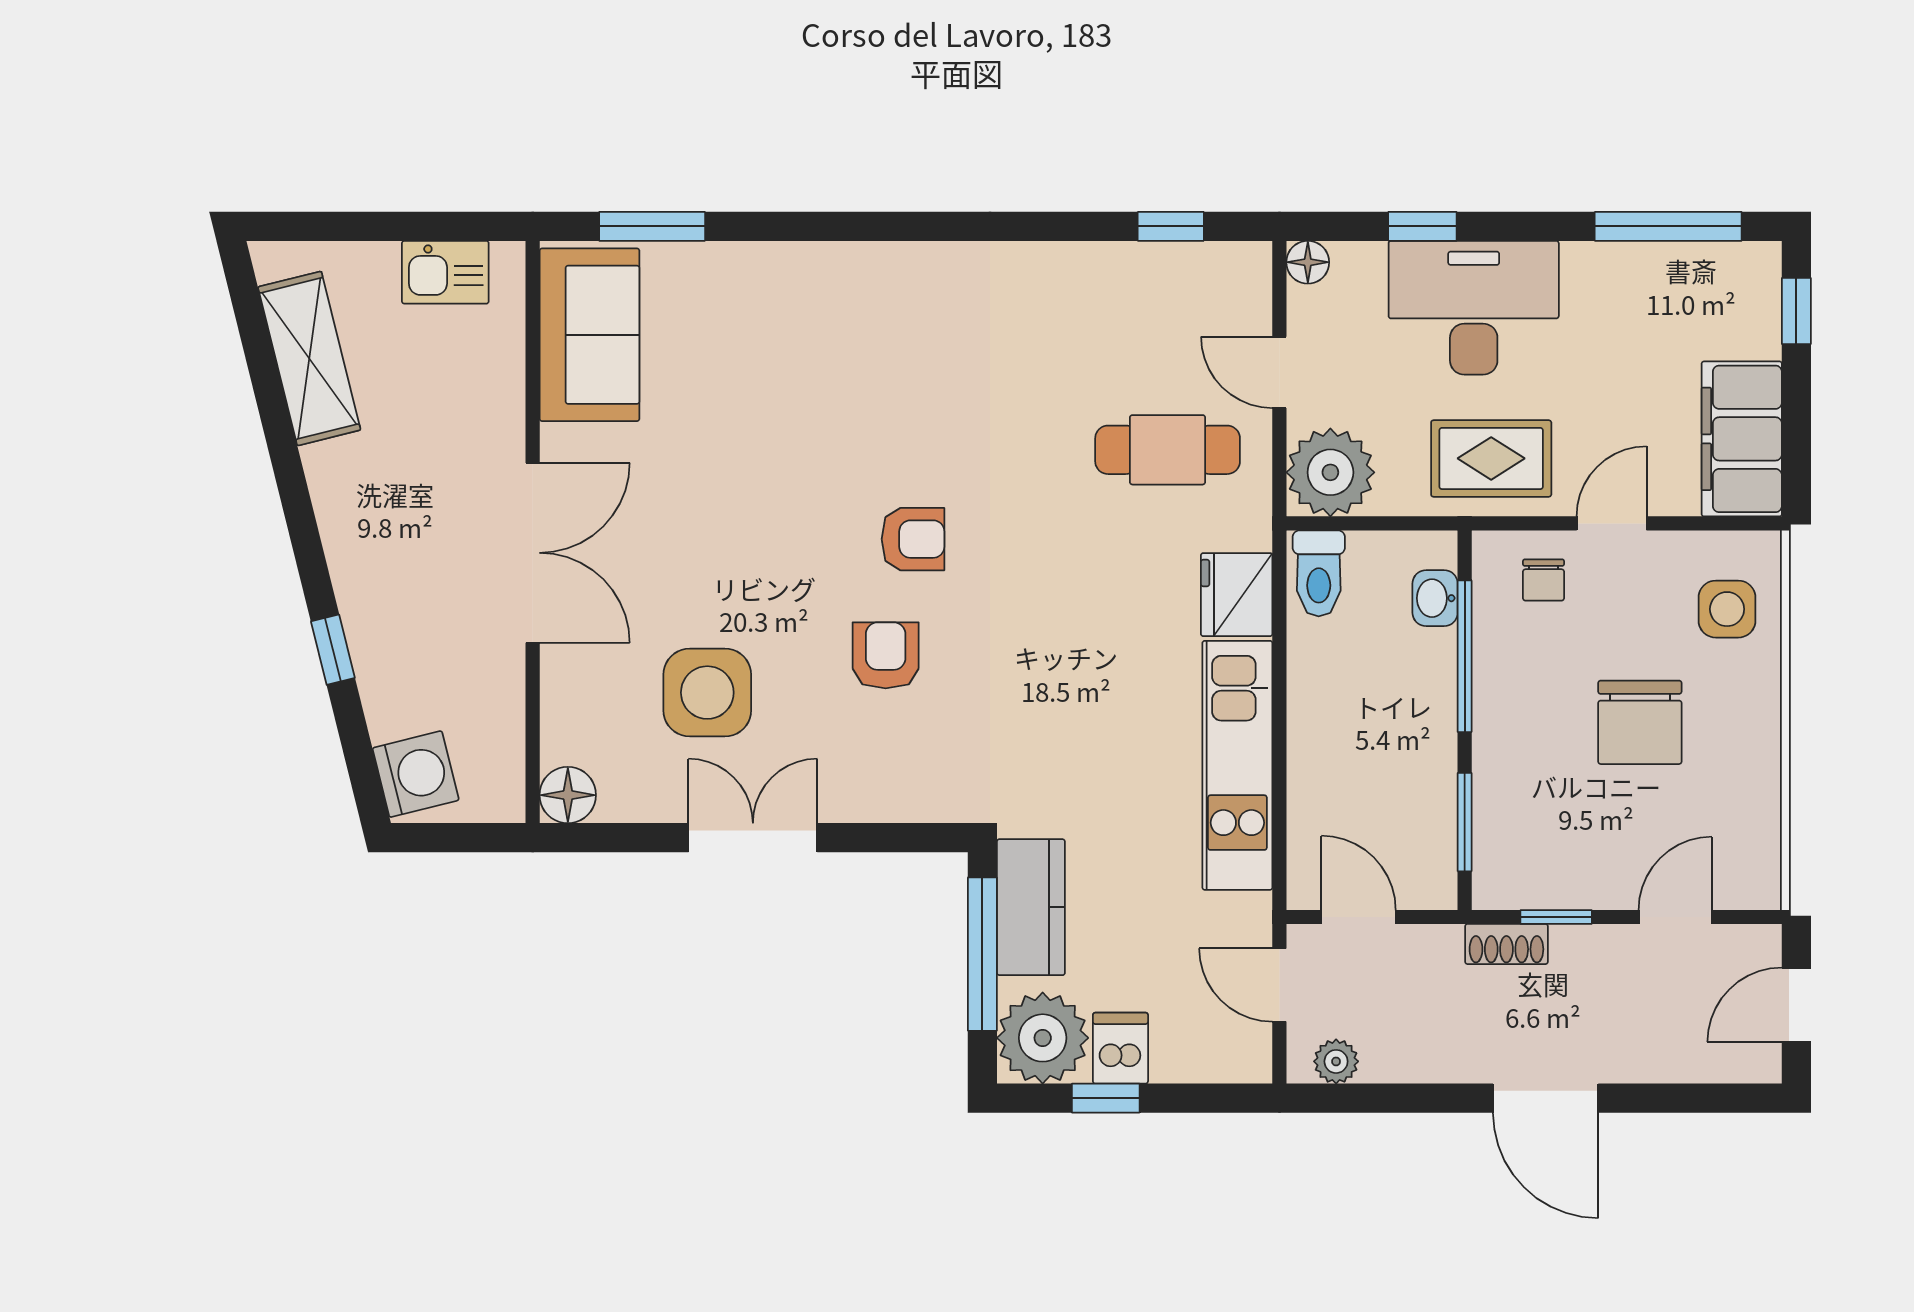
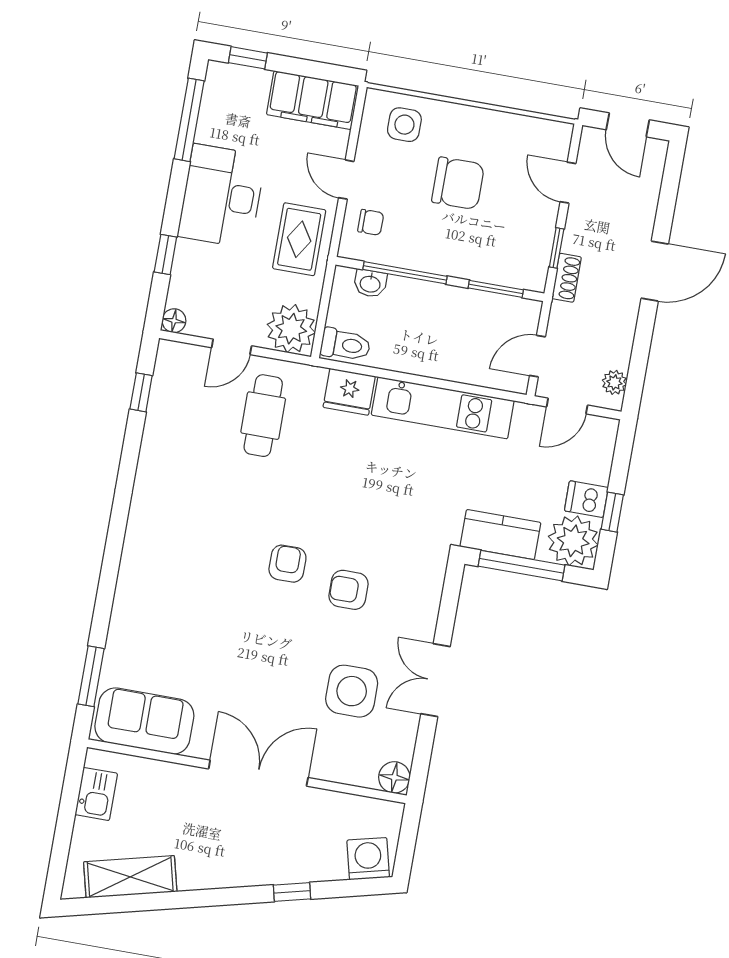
desk: (1474, 308) -> (222, 196), moved

